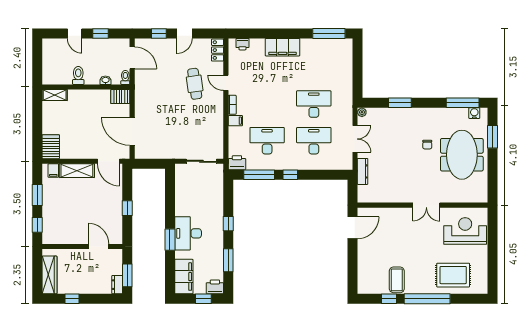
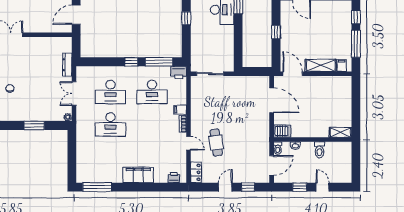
door: (132, 58) -> (272, 165), swing flipped
server rack: (51, 147) -> (344, 87), removed
window: (37, 195) -> (356, 44), width x1.44

